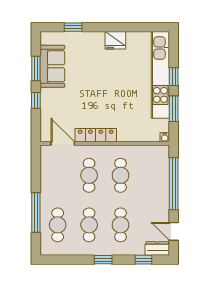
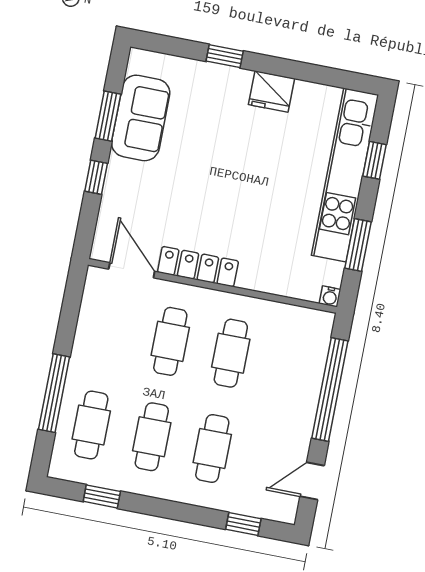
window: (73, 27) -> (225, 56), moved
window: (174, 77) -> (374, 160), moved
door: (174, 231) -> (312, 481), hinge flipped
dresser: (157, 248) -> (274, 508), removed
window: (103, 260) -> (102, 496), moved

